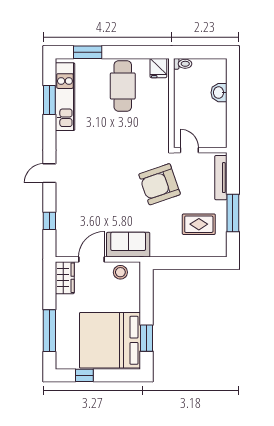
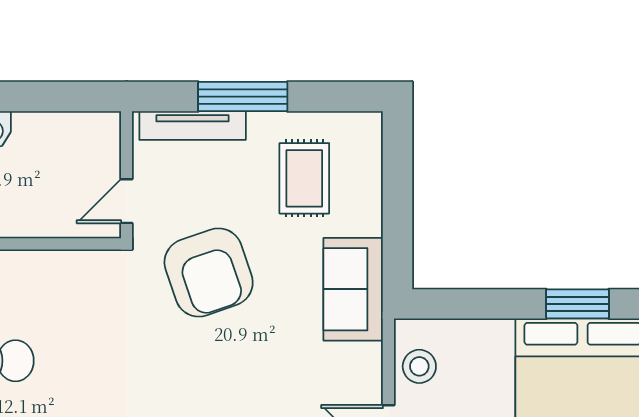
window: (233, 213) -> (243, 97), moved
sofa: (128, 245) -> (353, 289), moved

